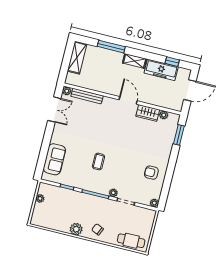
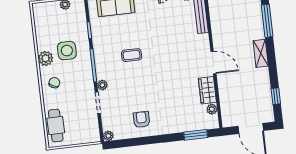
freezer: (161, 70) -> (262, 87), removed
door: (128, 100) -> (213, 63), hinge flipped
side table: (76, 210) -> (67, 51), added

